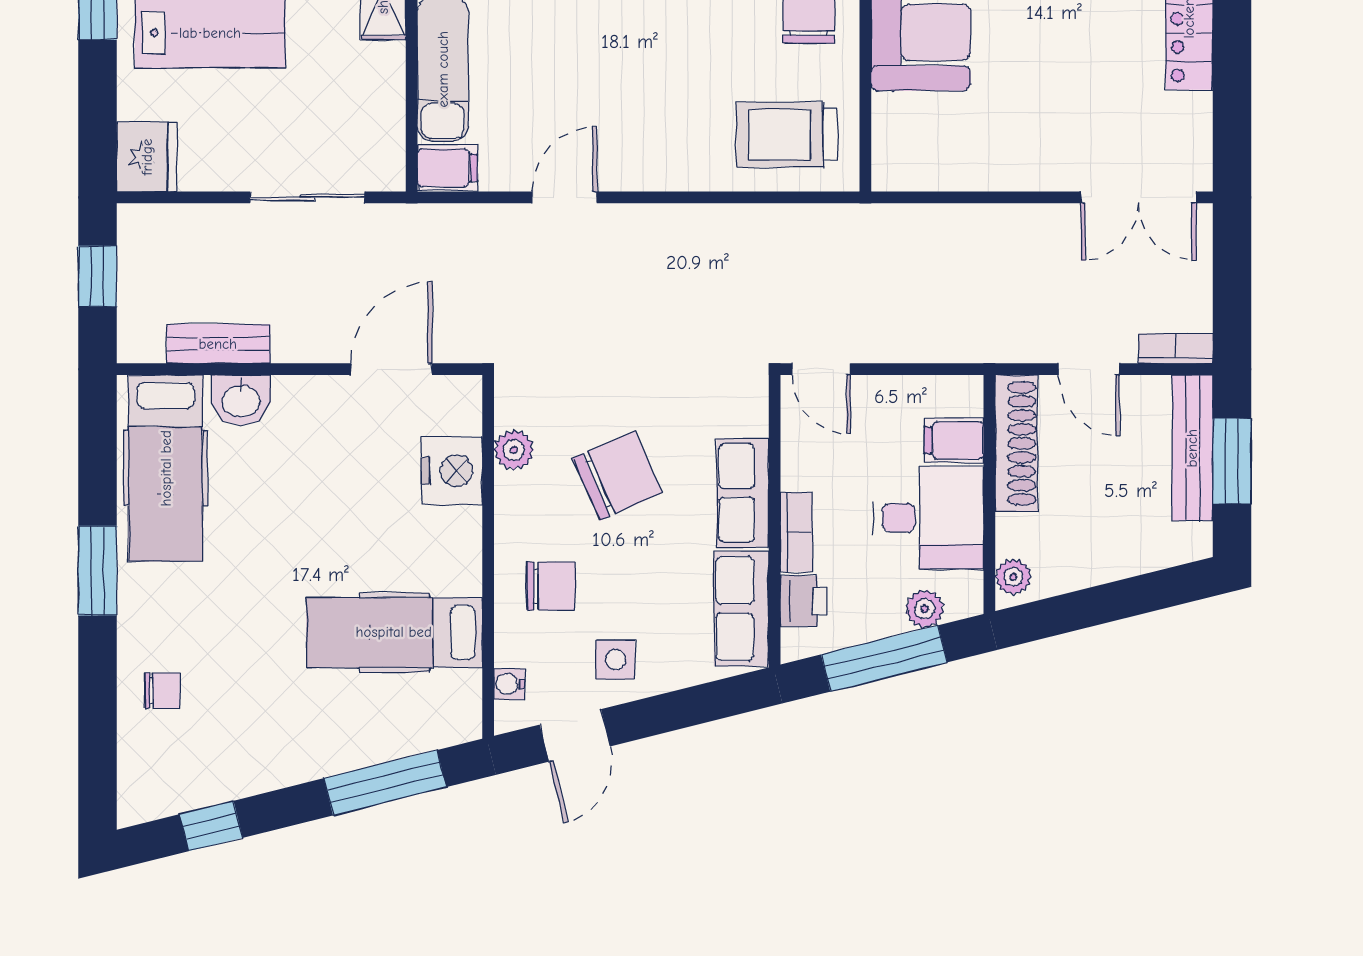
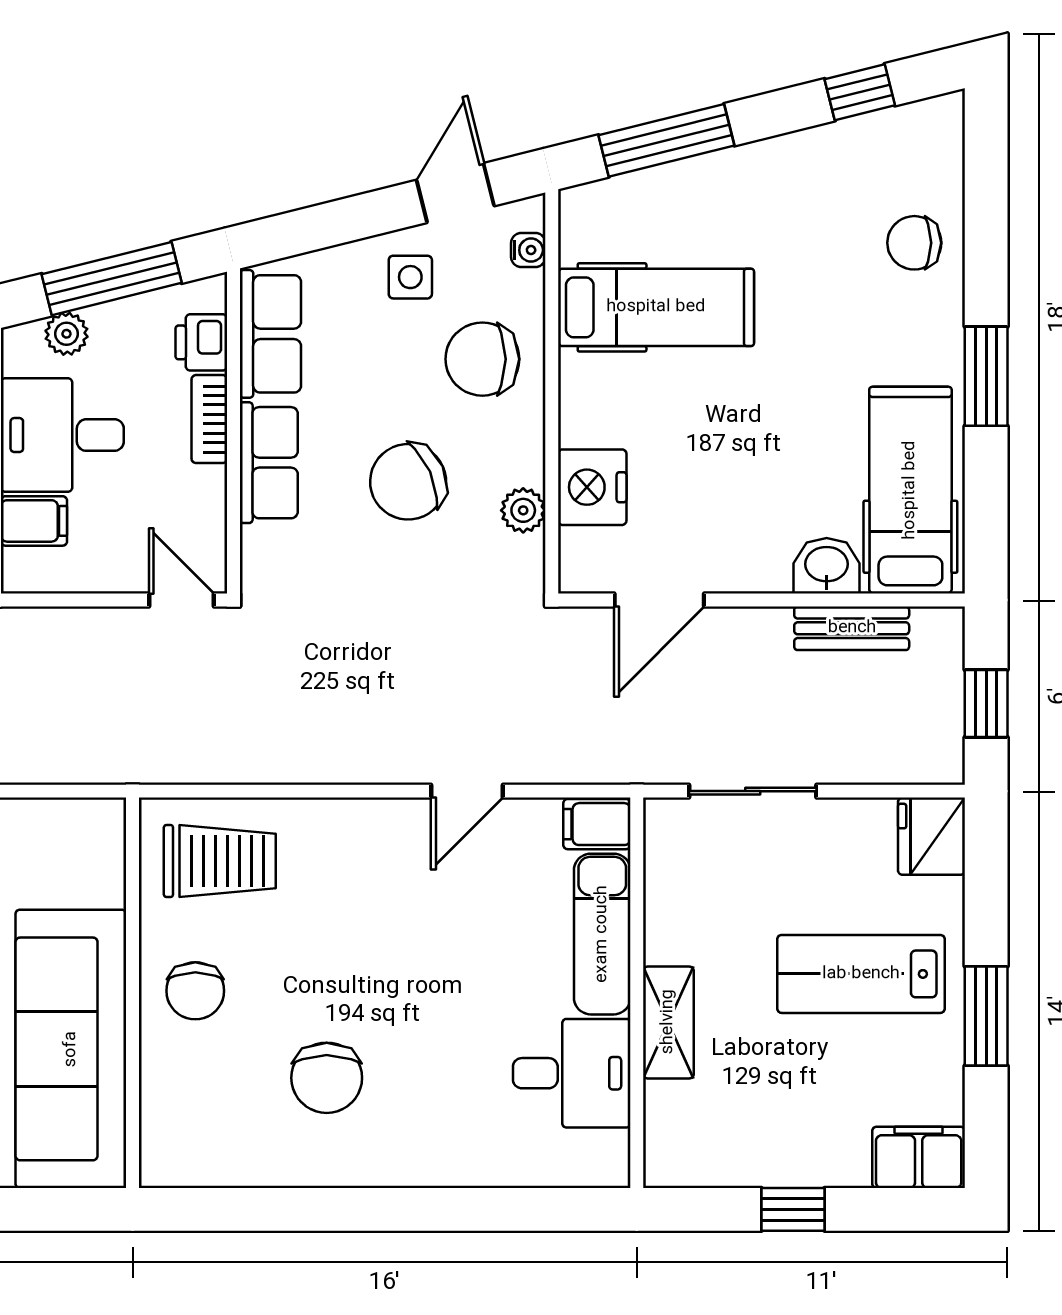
chair: (551, 586) -> (482, 359), width x1.37, depth x1.37
chair: (162, 691) -> (914, 243), width x1.37, depth x1.37

